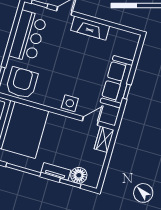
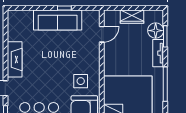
side table: (70, 103) -> (81, 81), moved
door: (90, 121) -> (102, 34), swing flipped
wardrobe: (104, 139) -> (132, 17), moved

